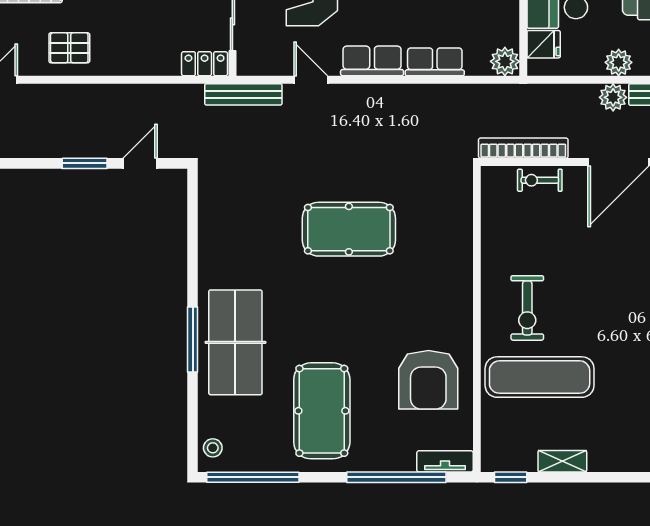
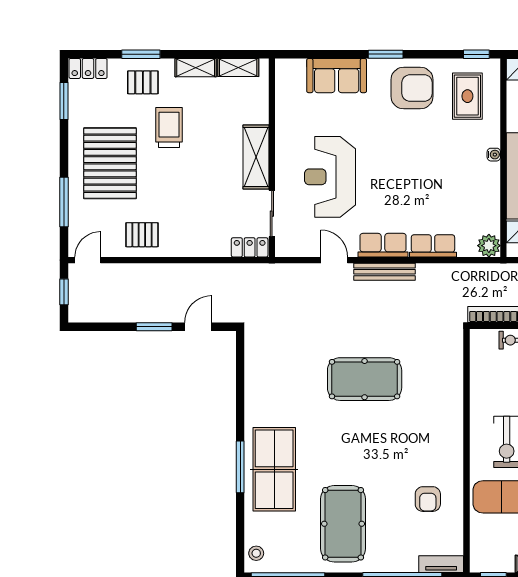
bench: (243, 94) -> (384, 272), moved
armchair: (428, 380) -> (428, 499), width x0.53, depth x0.53

